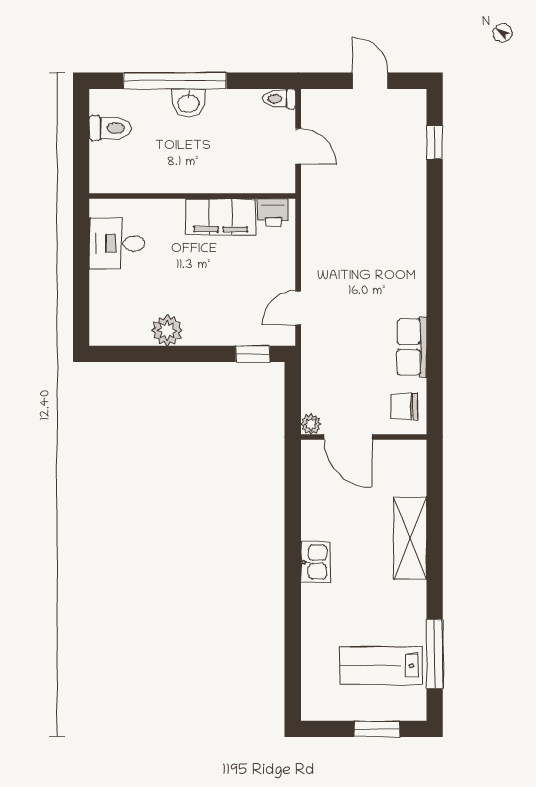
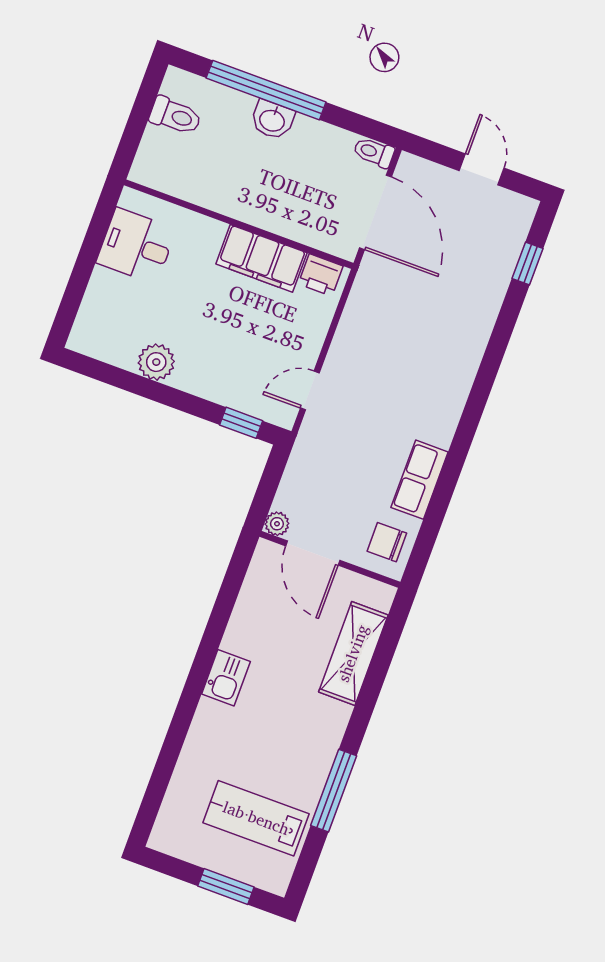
door: (298, 146) -> (375, 212), width x1.88
shelving: (410, 538) -> (353, 653), moved
window: (435, 654) -> (334, 791), moved

